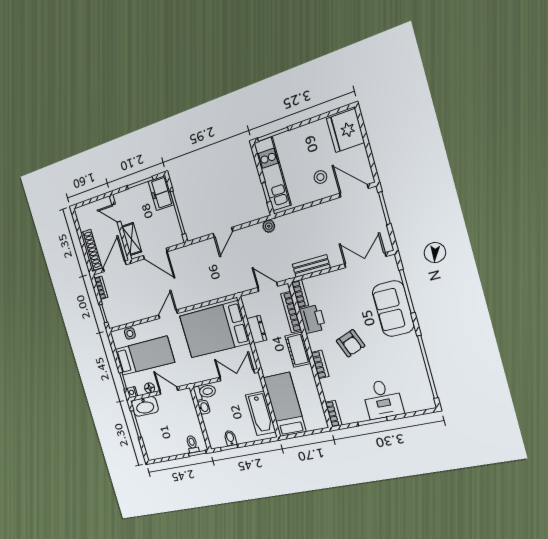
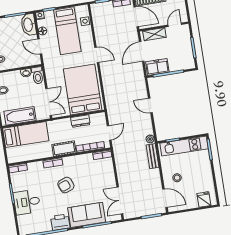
fridge: (345, 131) -> (204, 199), width x0.53, depth x0.75
door: (354, 191) -> (165, 198), hinge flipped
freezer: (161, 193) -> (157, 67), moved
double door: (365, 260) -> (120, 201), swing flipped
bench: (311, 266) -> (153, 156), moved
printer: (312, 319) -> (60, 222), moved, turned 180
door: (169, 391) -> (40, 46), swing flipped

